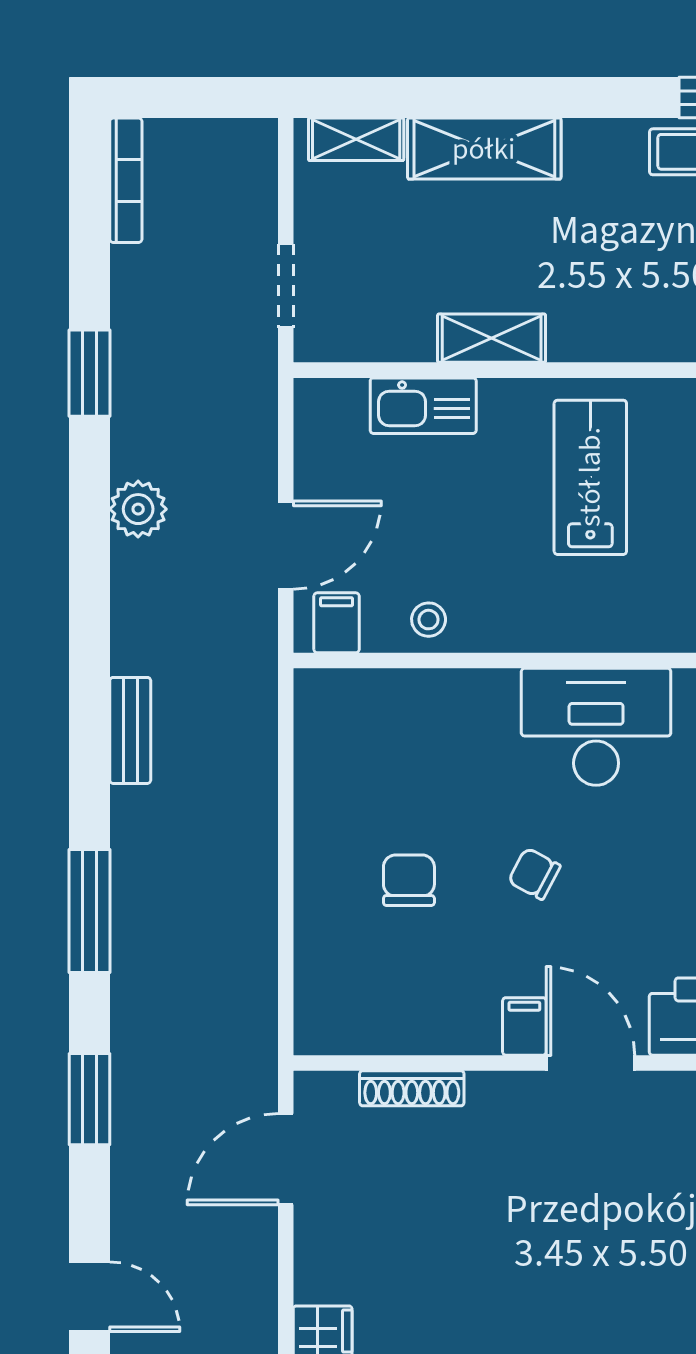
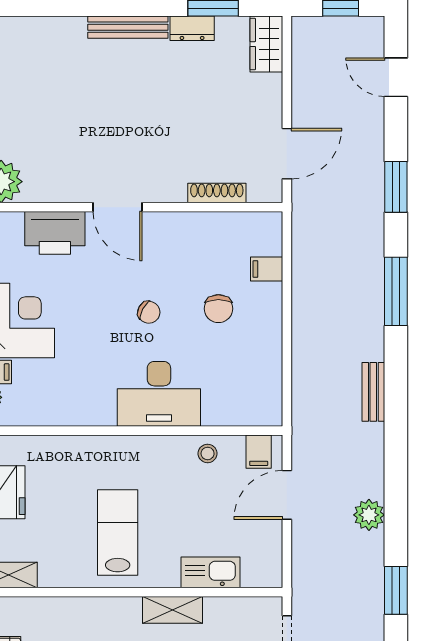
lab bench: (590, 477) -> (118, 532), turned 180
desk: (596, 727) -> (159, 394), moved
filing cabinet: (524, 1026) -> (267, 269), moved, turned 90

